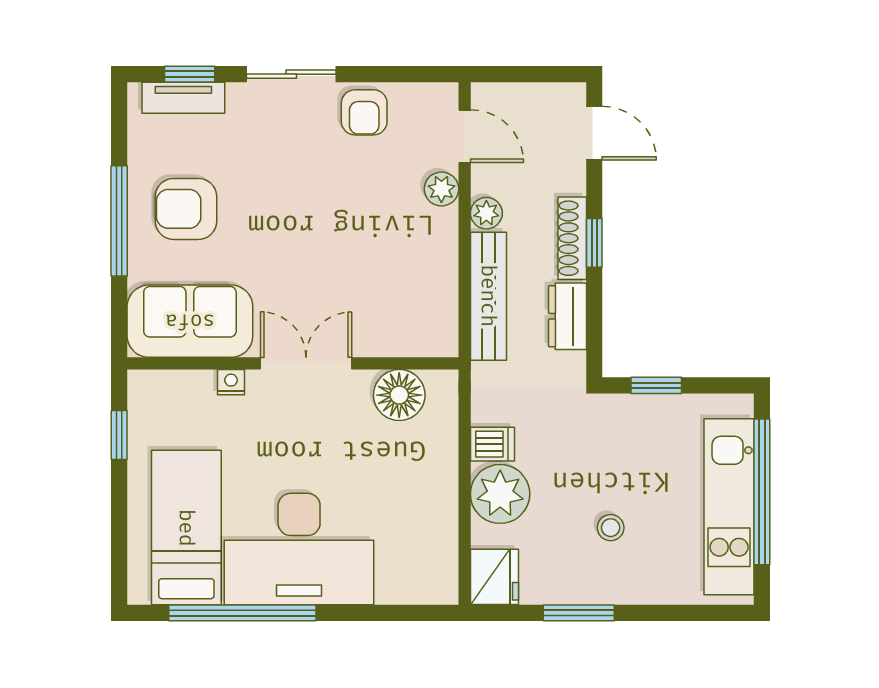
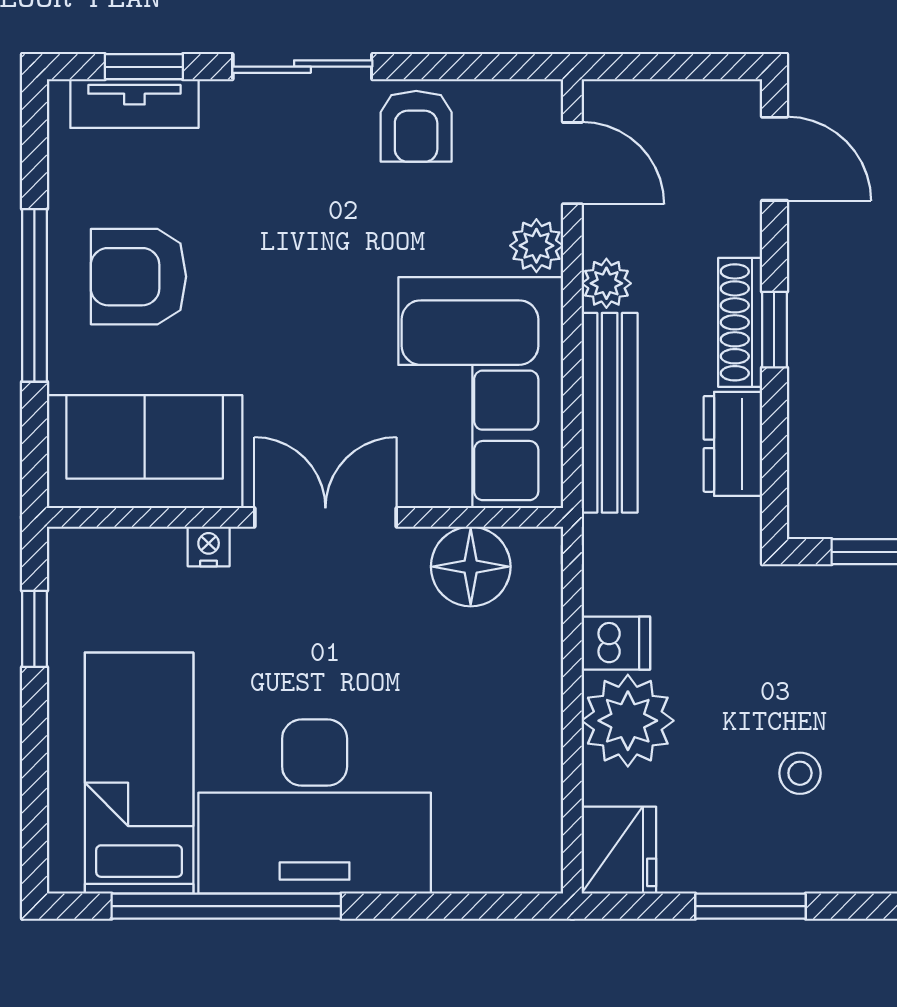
corner sofa: (406, 283) -> (481, 393), added

